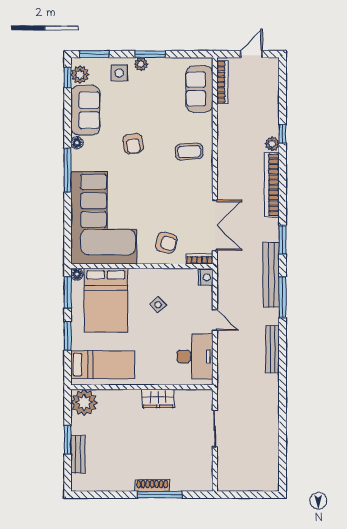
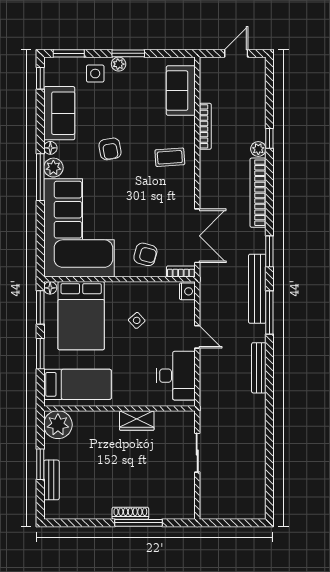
plant: (80, 75) -> (53, 168), moved
bookcase: (222, 82) -> (205, 126), moved

